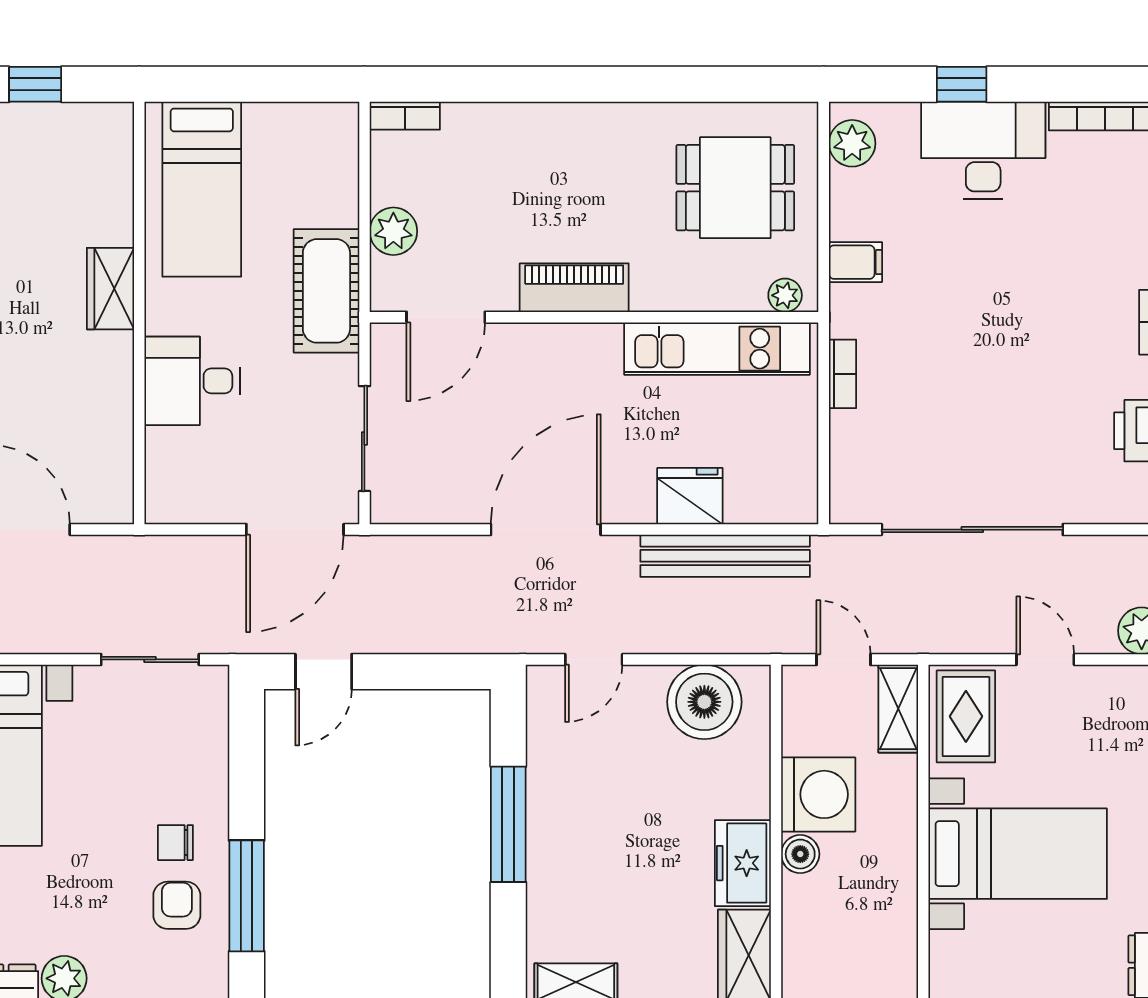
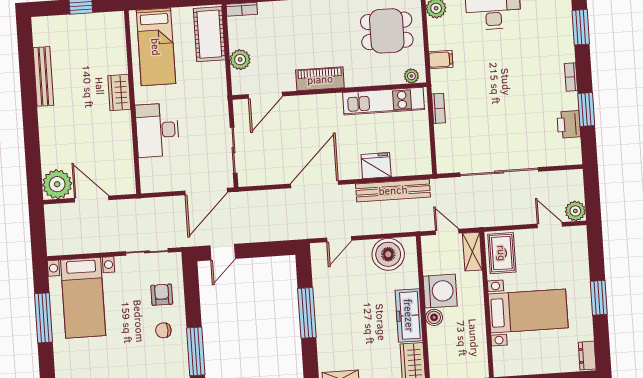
cot: (326, 291) -> (209, 34), moved
desk: (192, 381) -> (157, 130), width x1.37
door: (1045, 659) -> (550, 225), moved
freezer: (743, 863) -> (409, 315), width x1.40
armchair: (177, 905) -> (162, 295), moved

